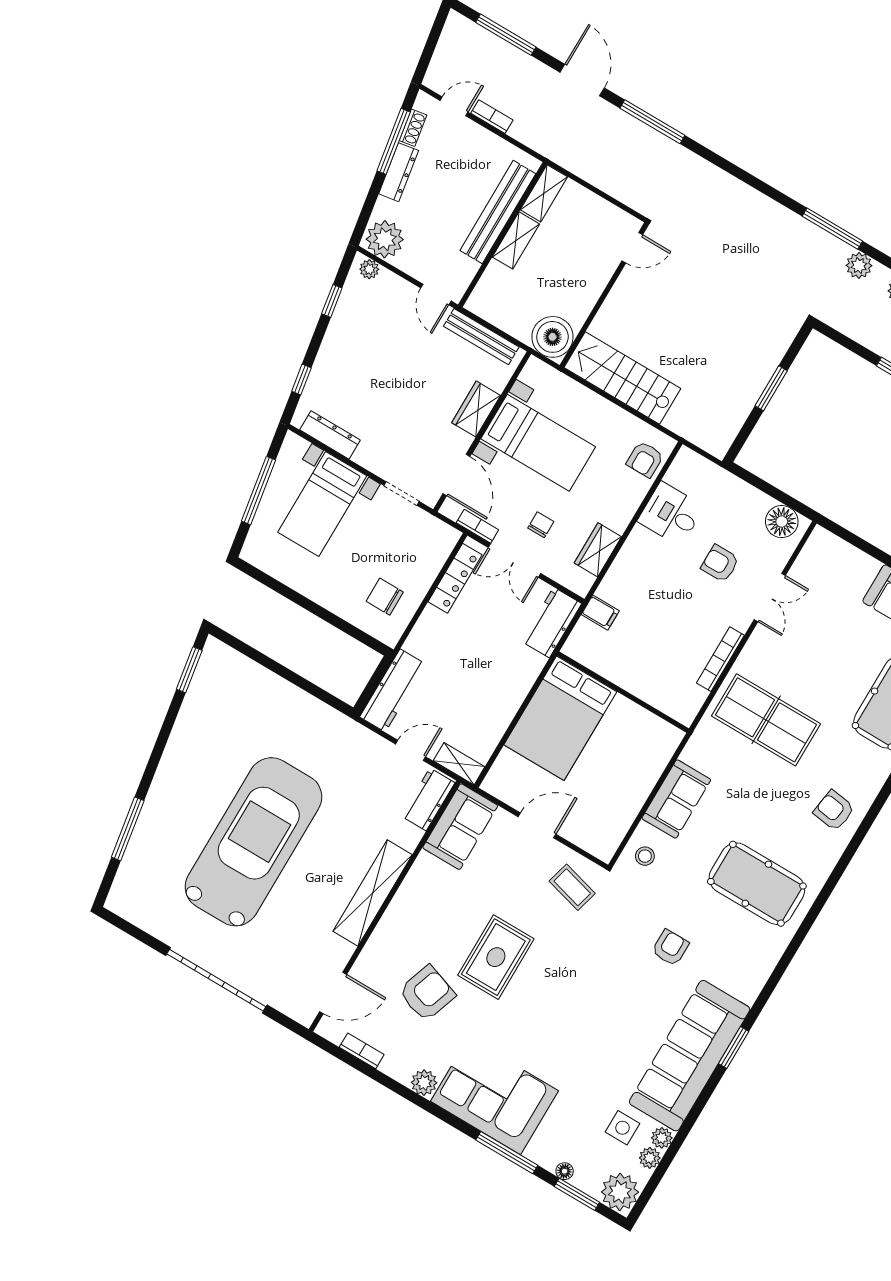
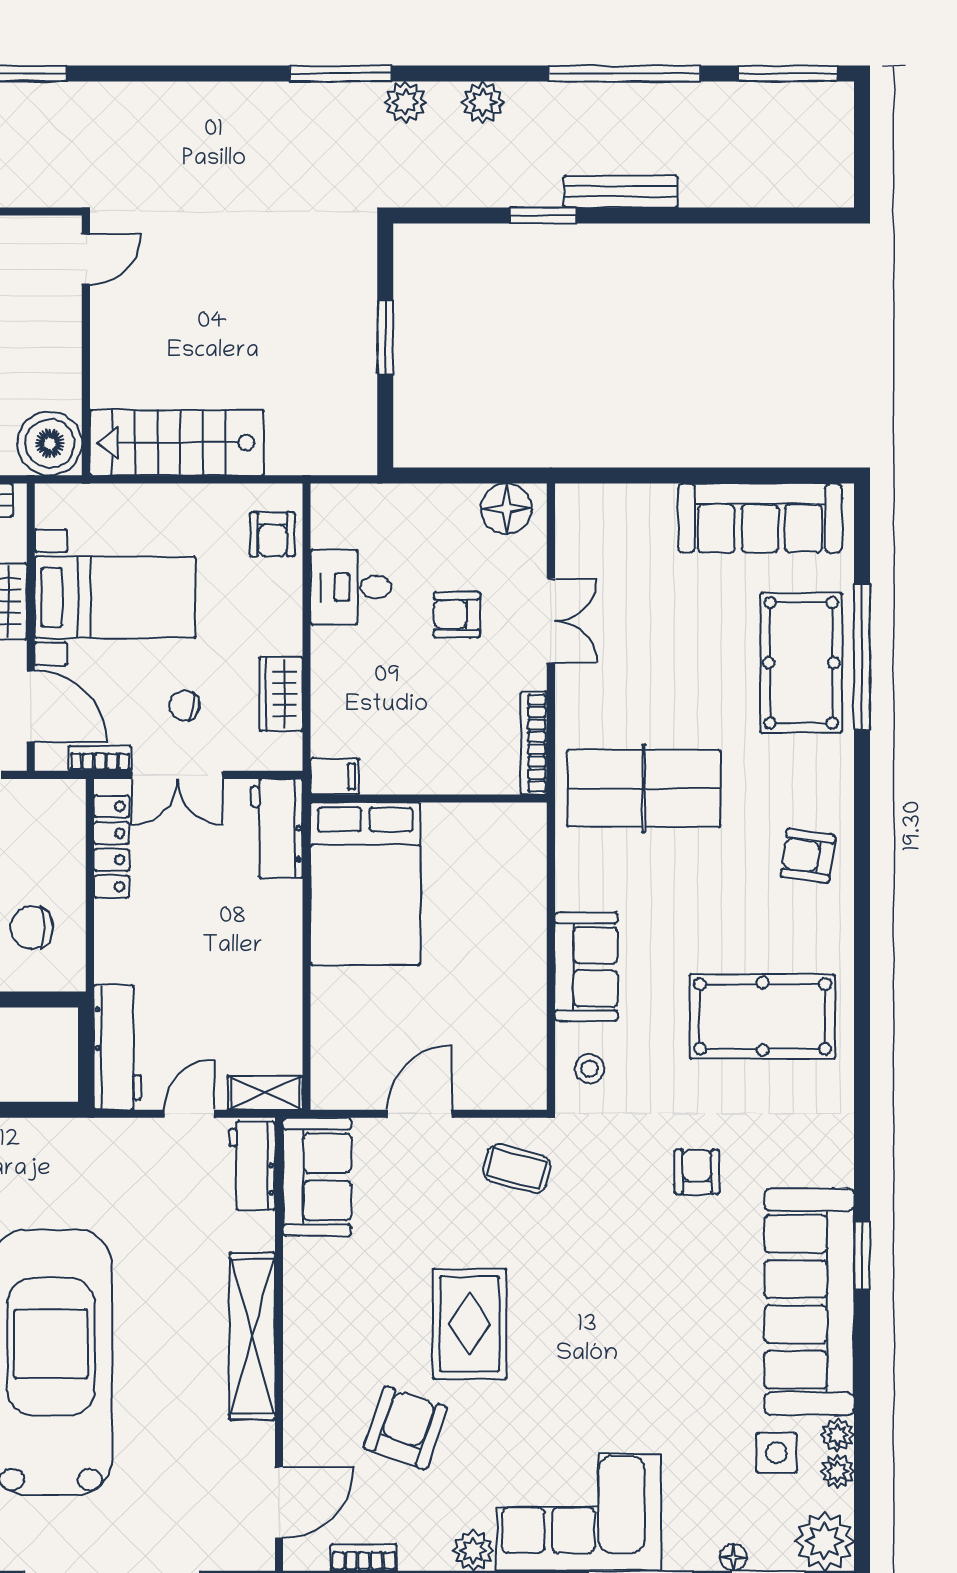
chair: (541, 525) -> (184, 706), turned -82
wall: (623, 692) -> (429, 799), moved
bed: (560, 718) -> (365, 884), moved

